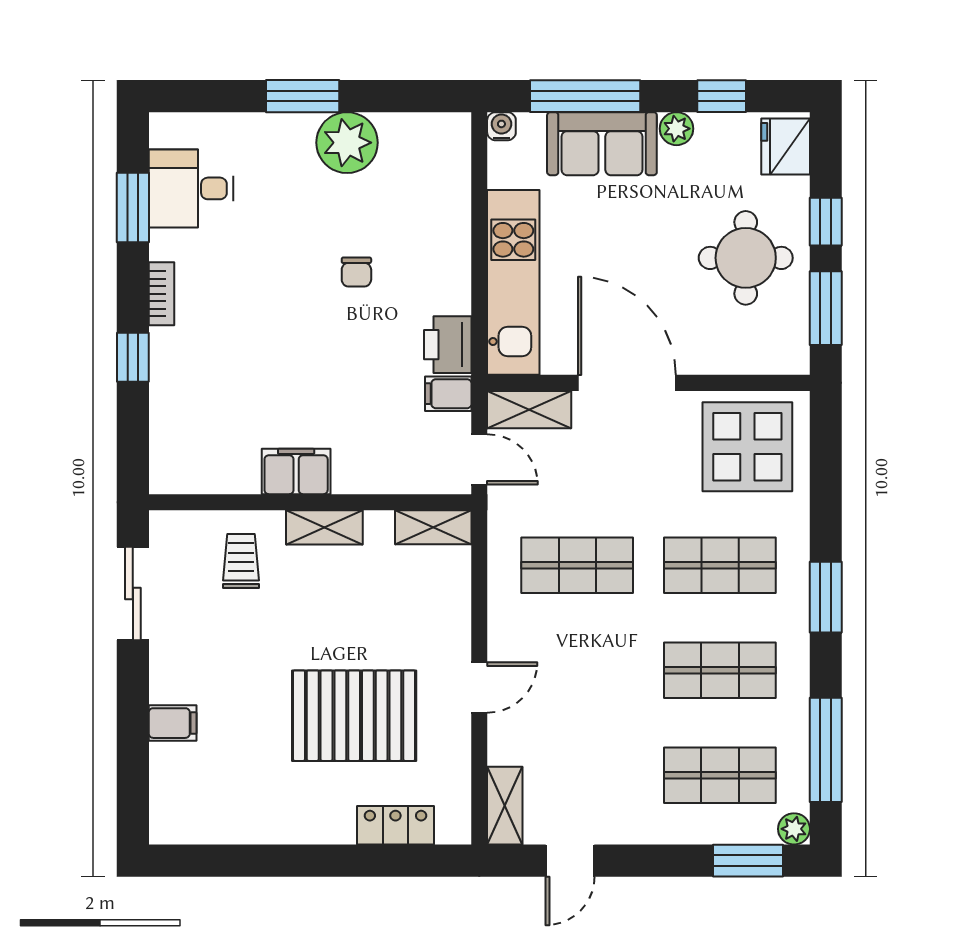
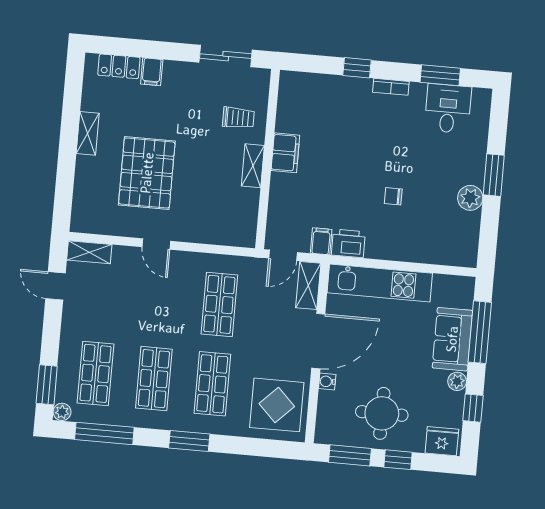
water cooler: (501, 126) -> (327, 381), moved, turned 180
plant: (347, 143) -> (470, 198), width x0.73, depth x0.73
shelving: (433, 527) -> (88, 133), moved
locker: (395, 825) -> (119, 66), moved, turned 90

